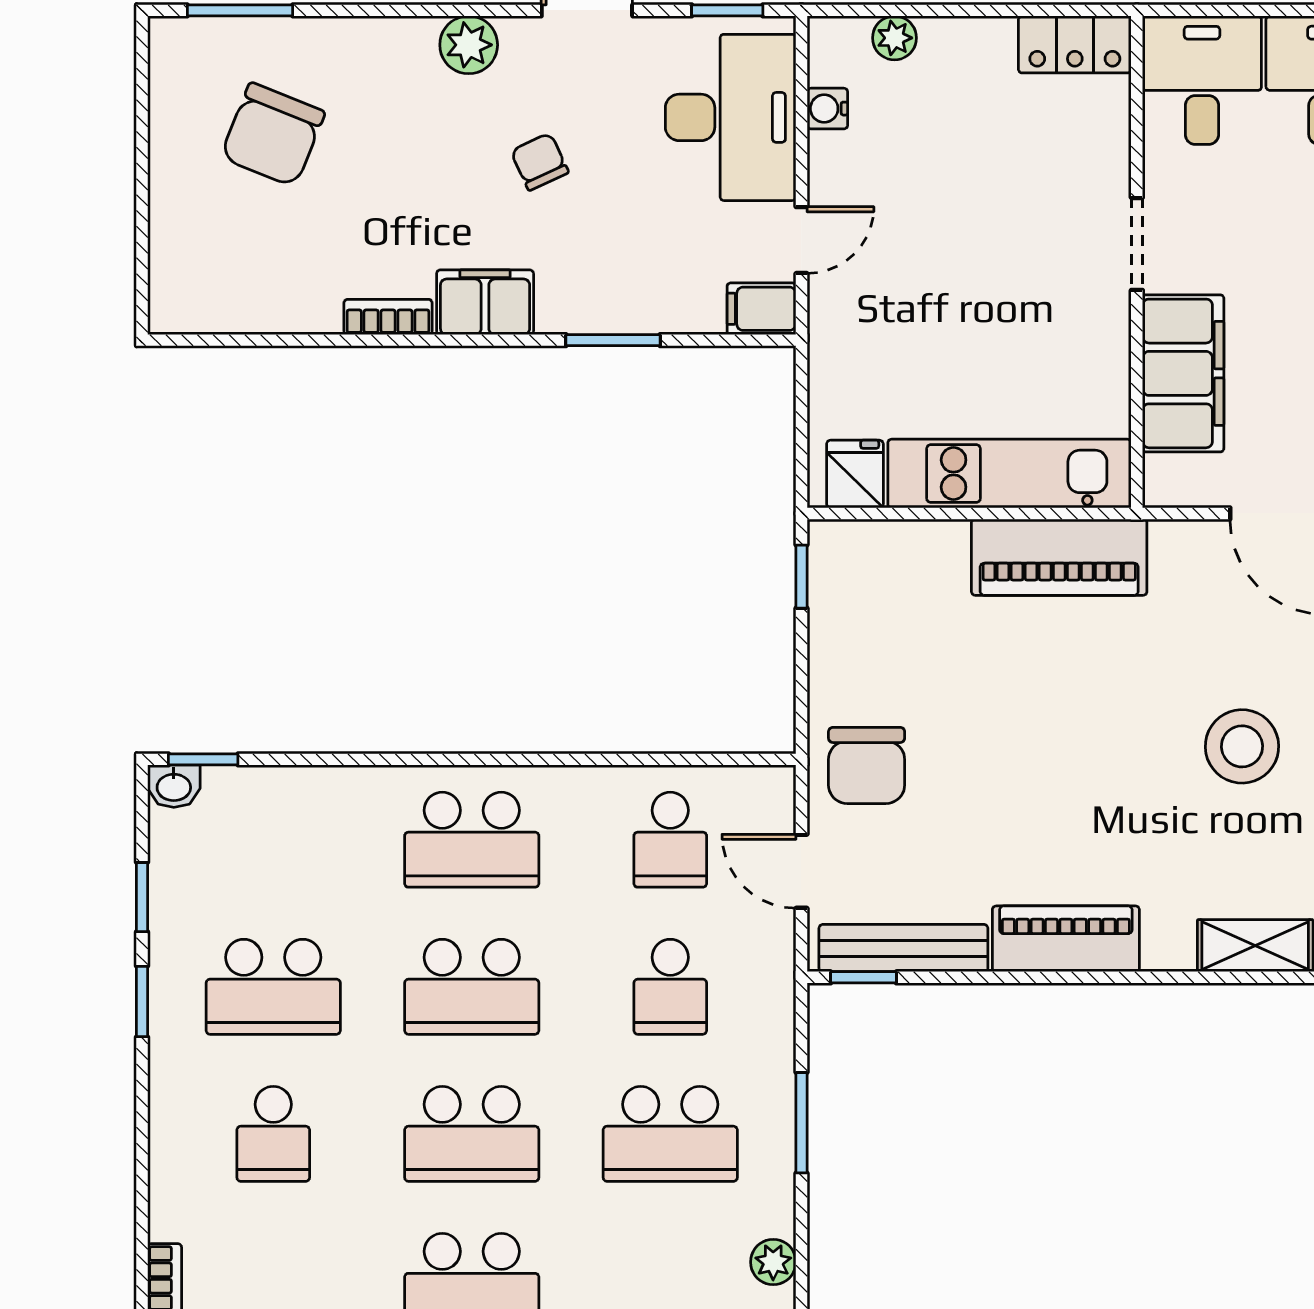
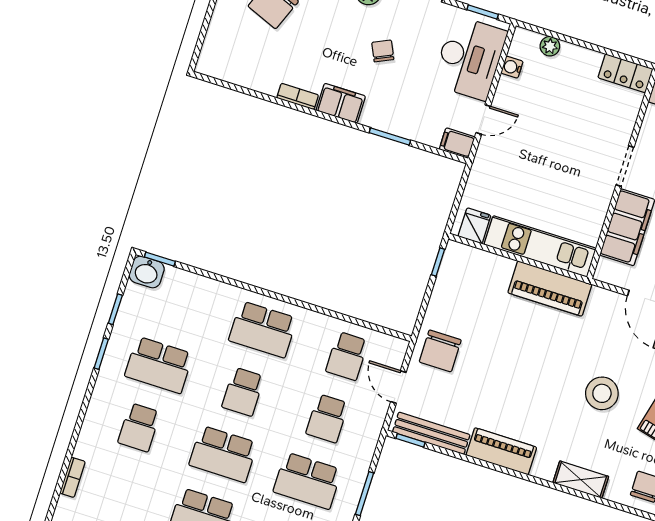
washbasin: (174, 786) -> (147, 272), width x1.38, depth x1.45
school desk: (472, 987) -> (243, 392), width x0.54

